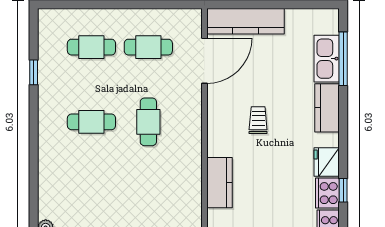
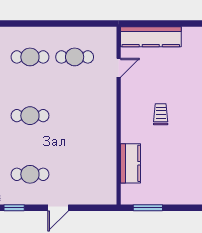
door: (204, 61) -> (119, 68), width x0.53
cafe table: (148, 122) -> (30, 174), moved, turned 90

